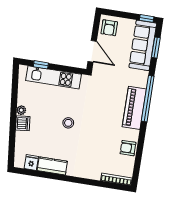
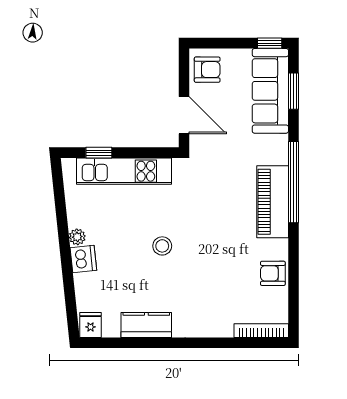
armchair: (109, 28) -> (207, 70), turned -90
fridge: (31, 163) -> (91, 325), moved

